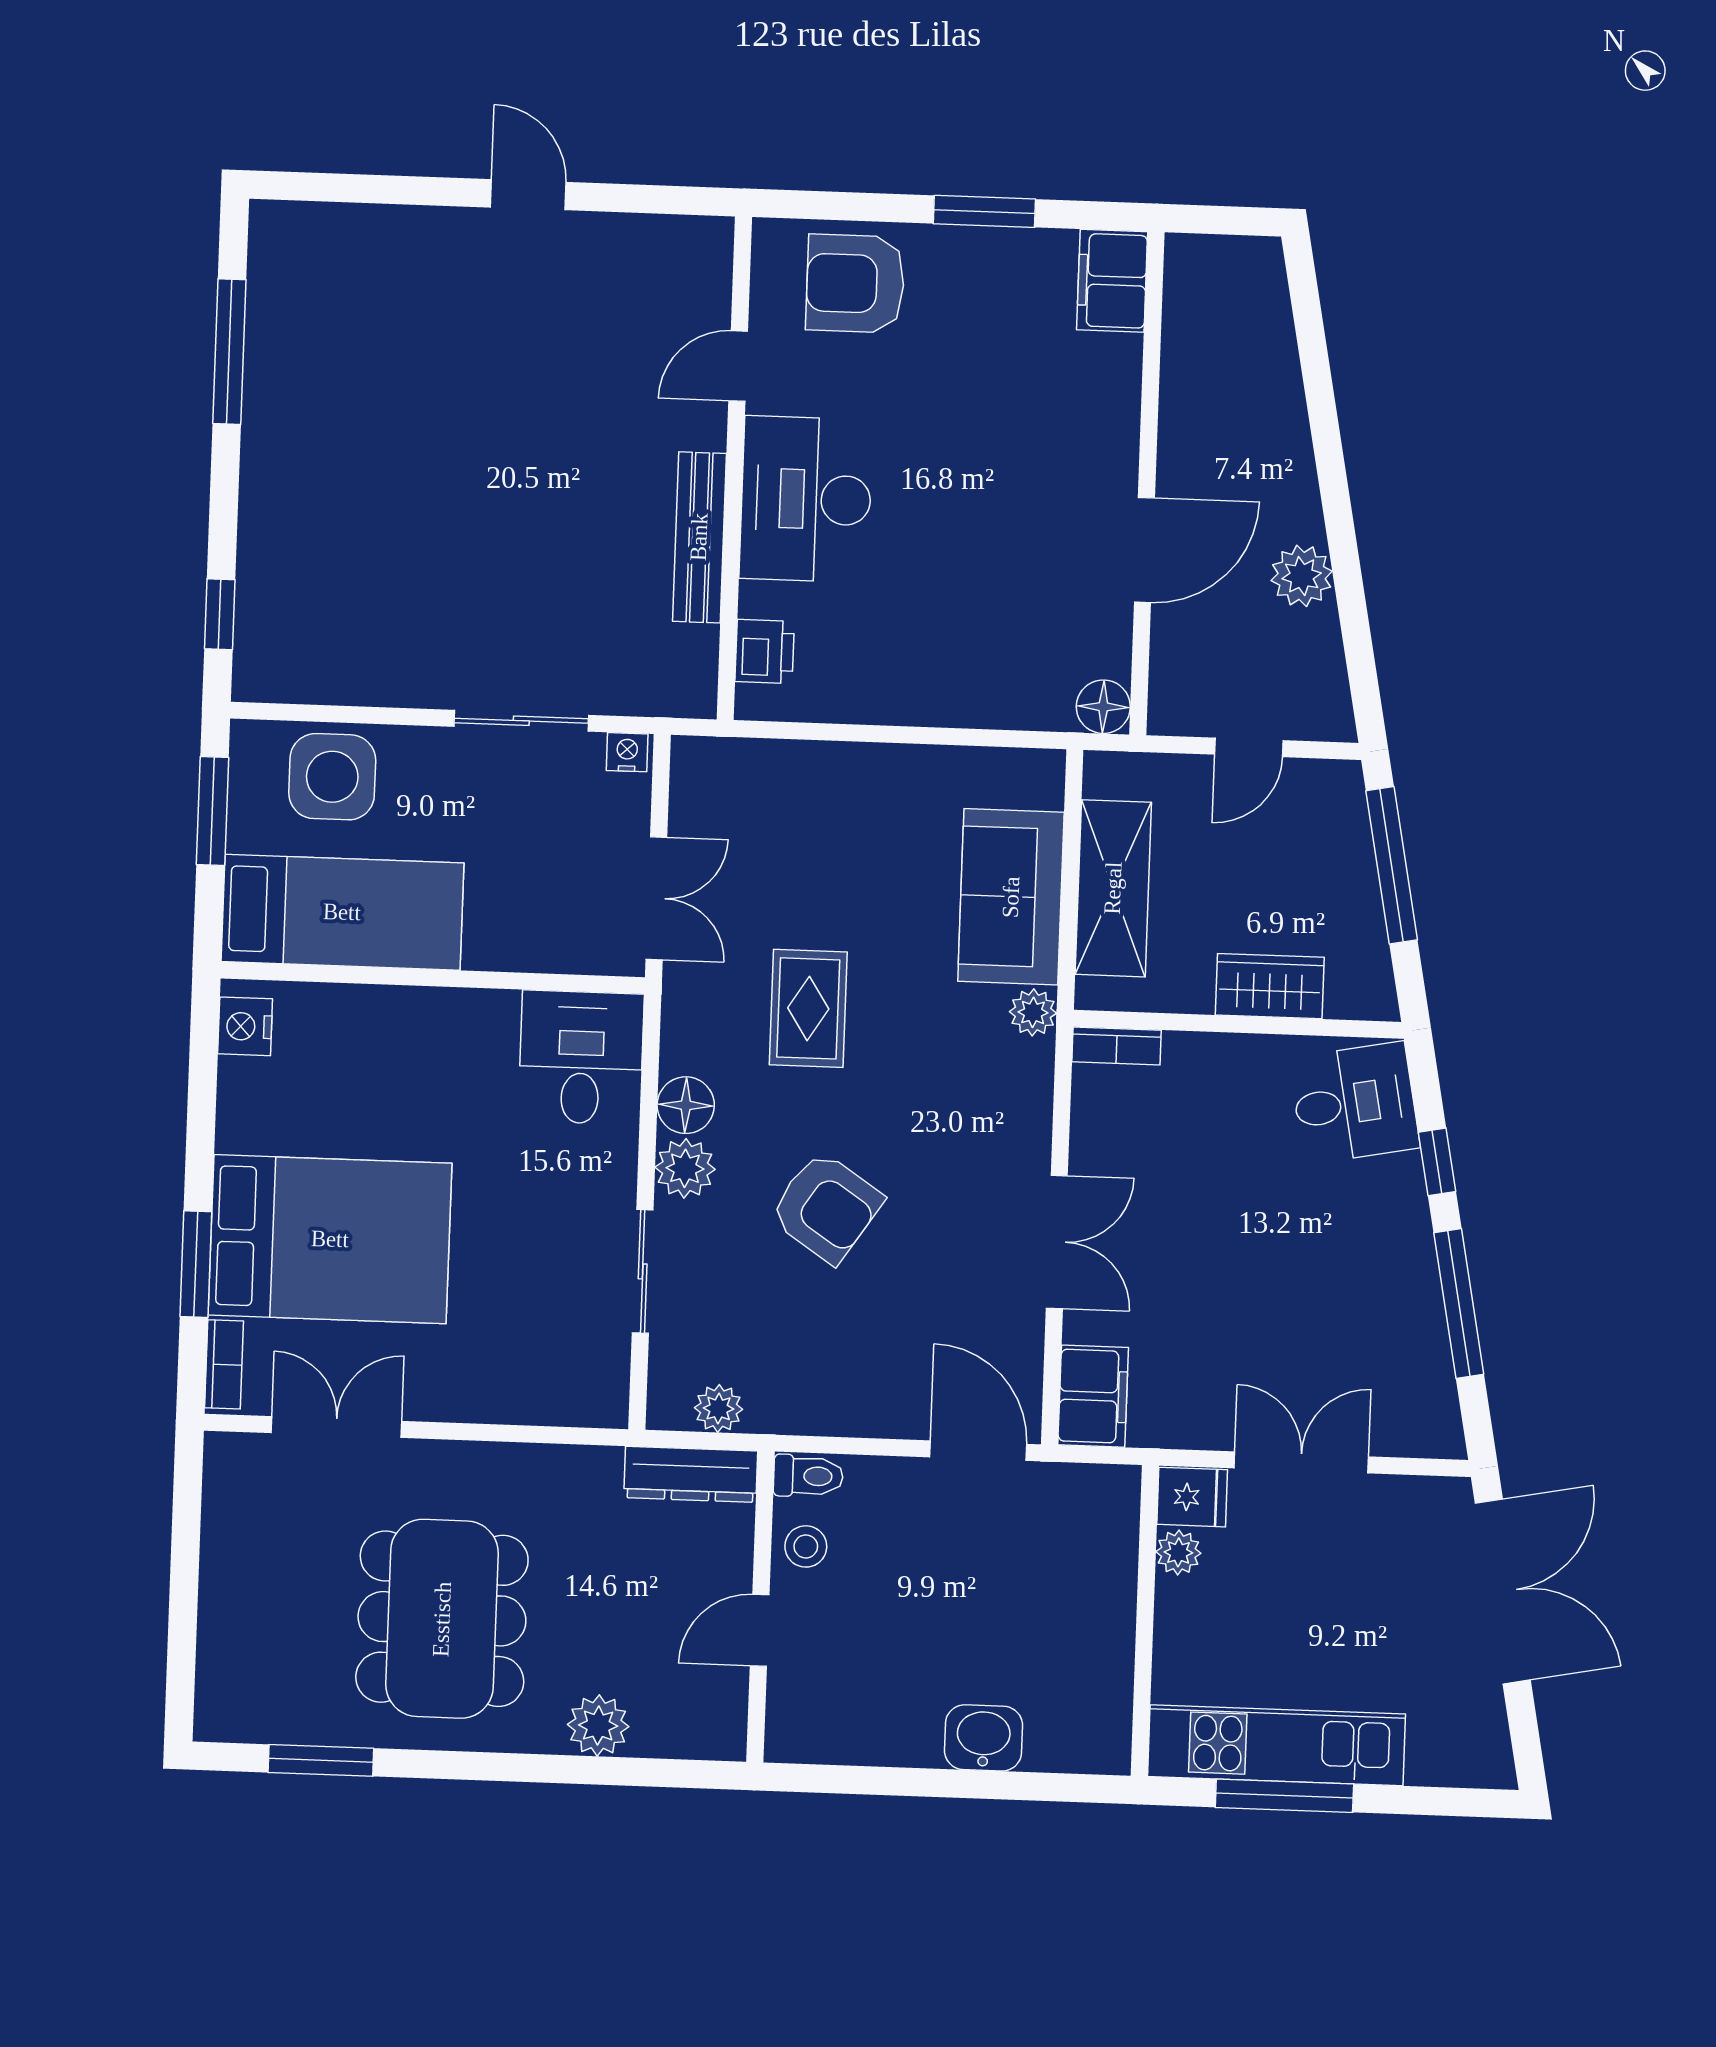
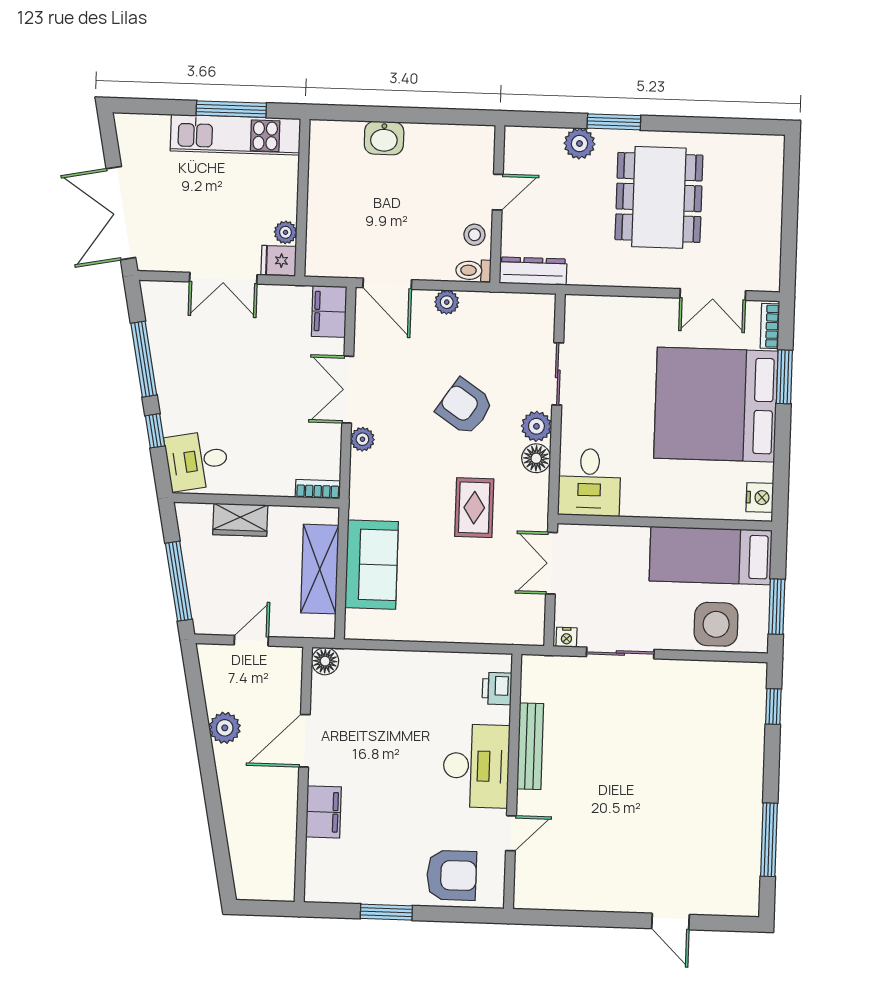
door: (528, 195) -> (670, 922), moved
filing cabinet: (1112, 281) -> (324, 812), moved
plant: (1033, 1012) -> (362, 439), moved
bed: (330, 1239) -> (716, 405), width x1.36
plant: (719, 1408) -> (447, 302), moved
window: (321, 1760) -> (614, 122), moved

